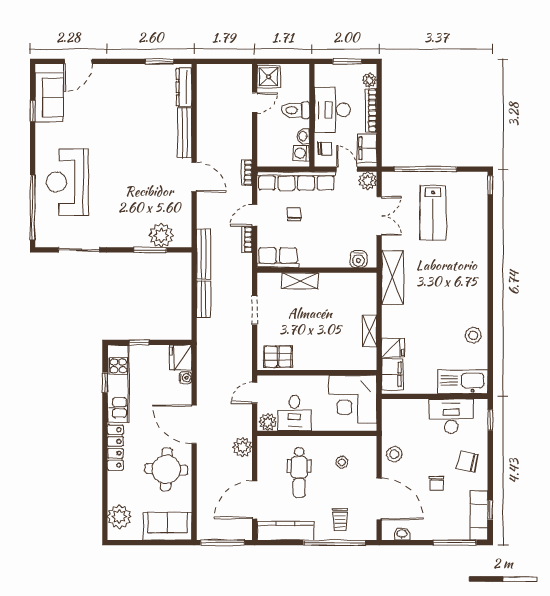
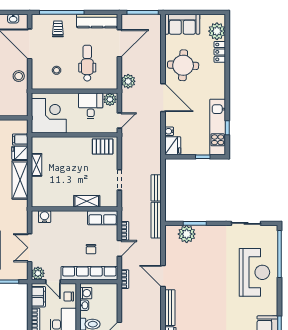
shelving: (392, 277) -> (20, 180), moved
filing cabinet: (392, 374) -> (20, 139), width x0.50
locker: (115, 447) -> (220, 52), moved, width x0.66

